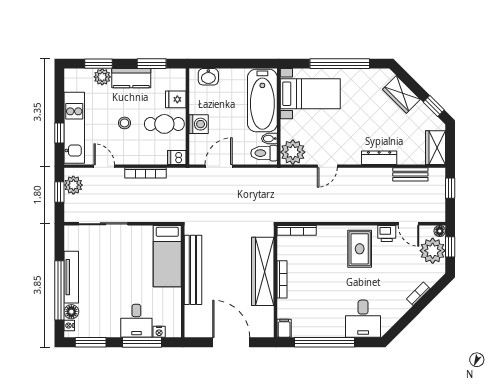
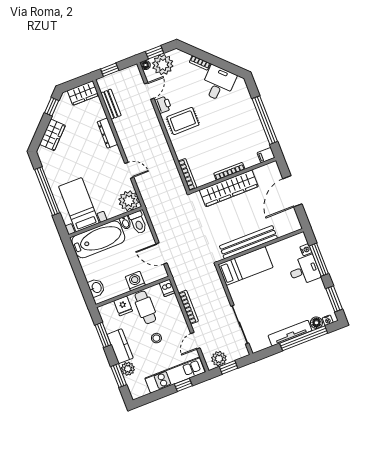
desk: (363, 319) -> (218, 83), moved, turned -45

